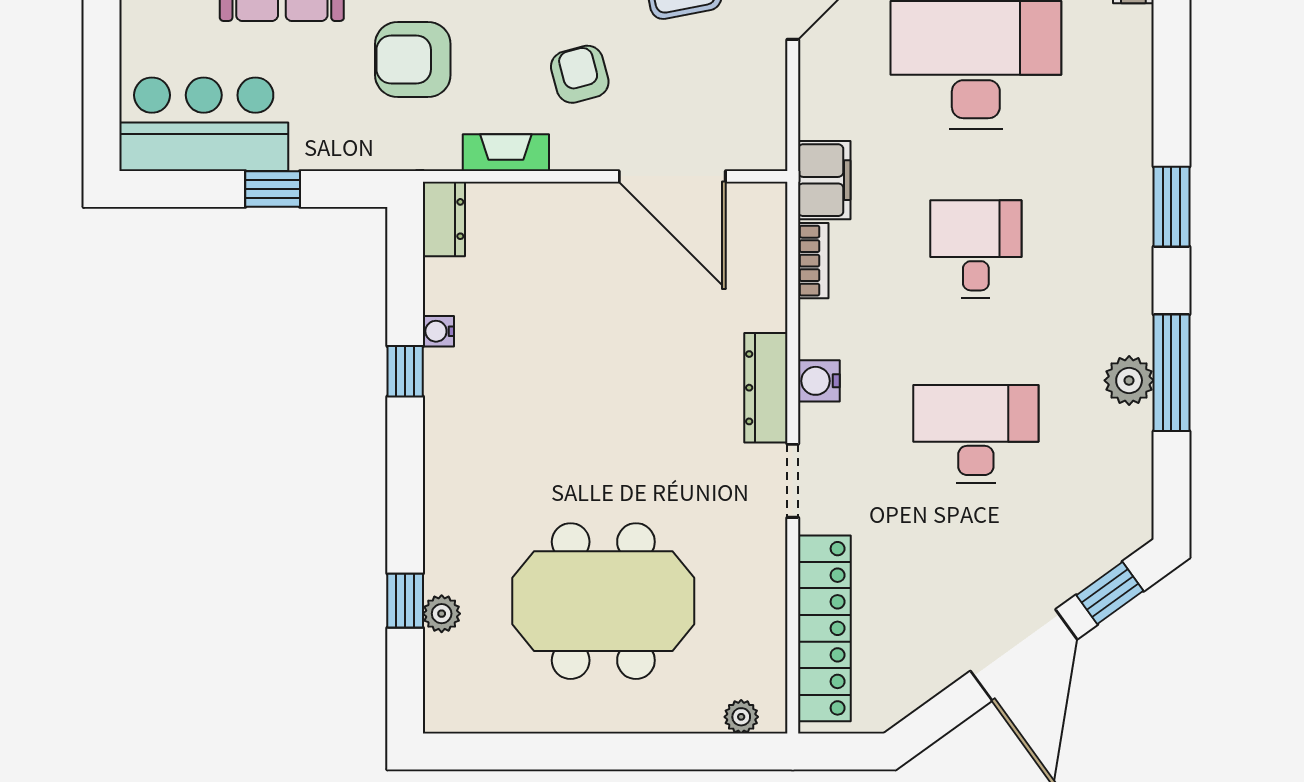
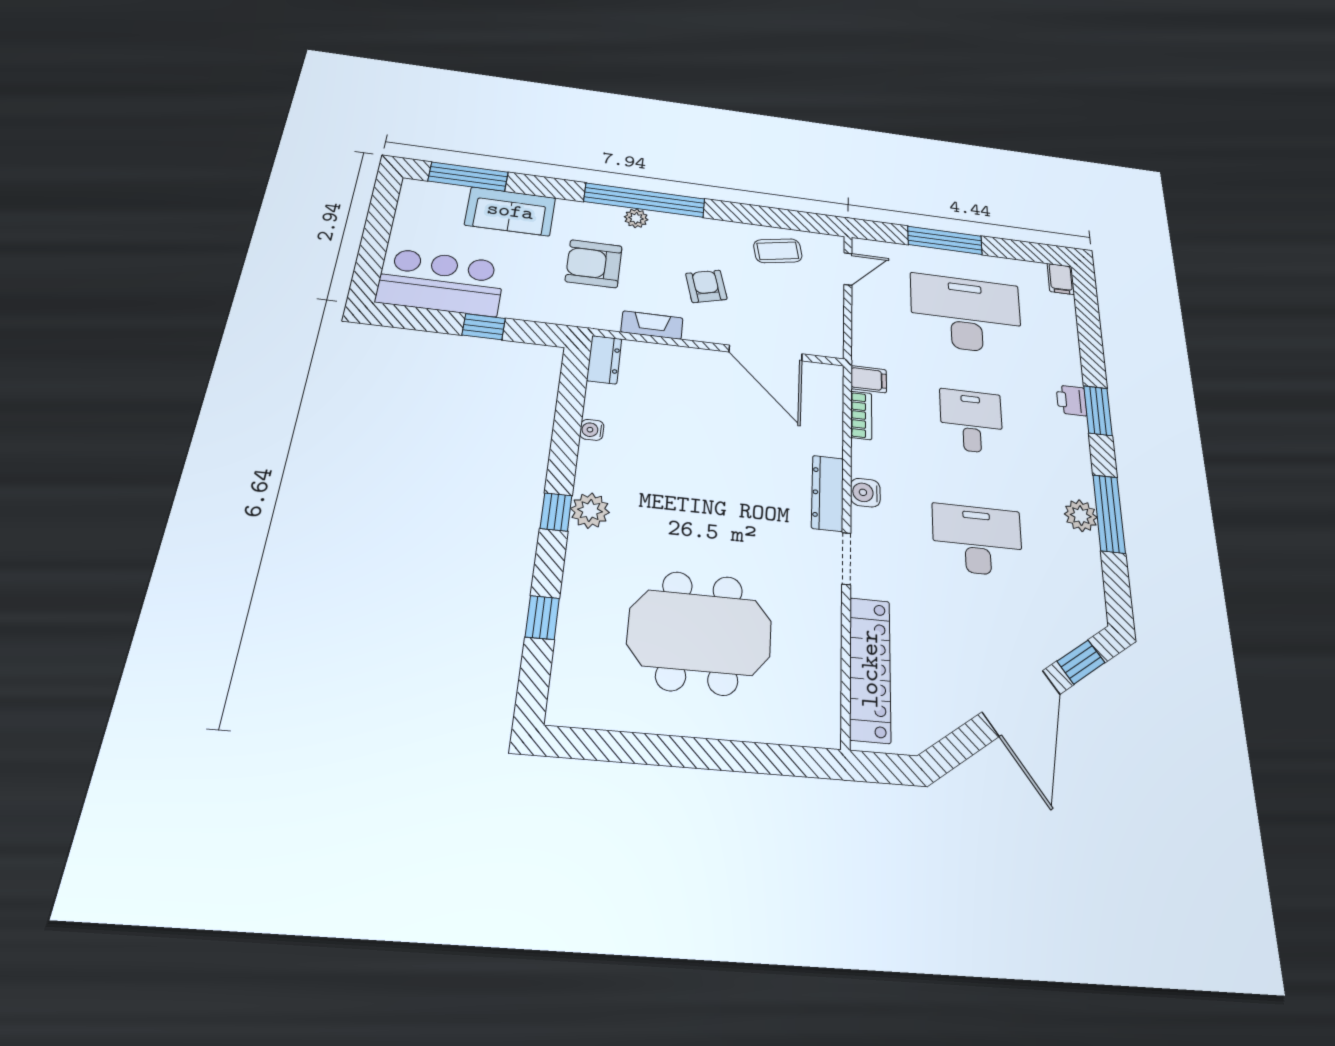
filing cabinet: (824, 180) -> (869, 379), width x0.50
printer: (1132, 194) -> (1072, 400), added
window: (405, 371) -> (556, 512), moved
plant: (442, 614) -> (590, 511), moved, width x1.38, depth x1.38
plant: (741, 717) -> (805, 733), removed

